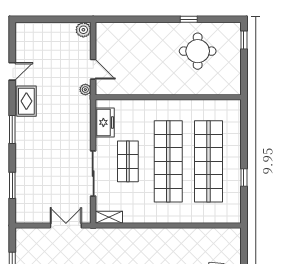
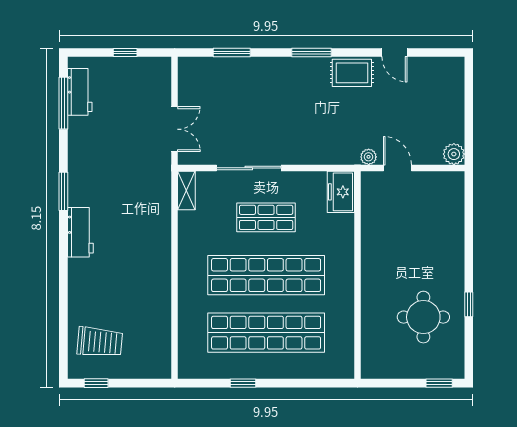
door: (93, 69) -> (397, 168), swing flipped
freezer: (105, 122) -> (341, 192), moved, turned 90

